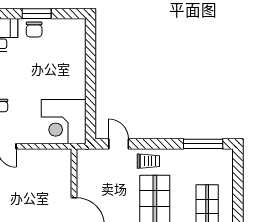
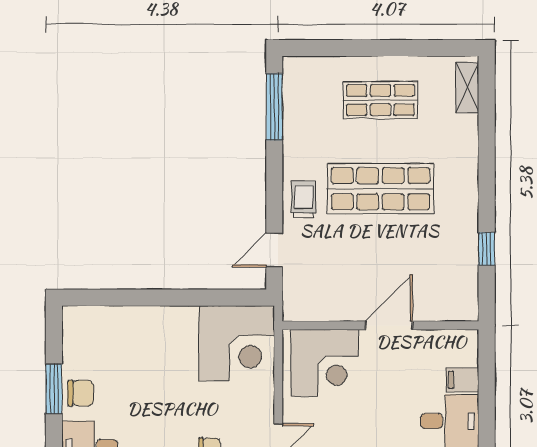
corner desk: (52, 174) -> (325, 363), added

